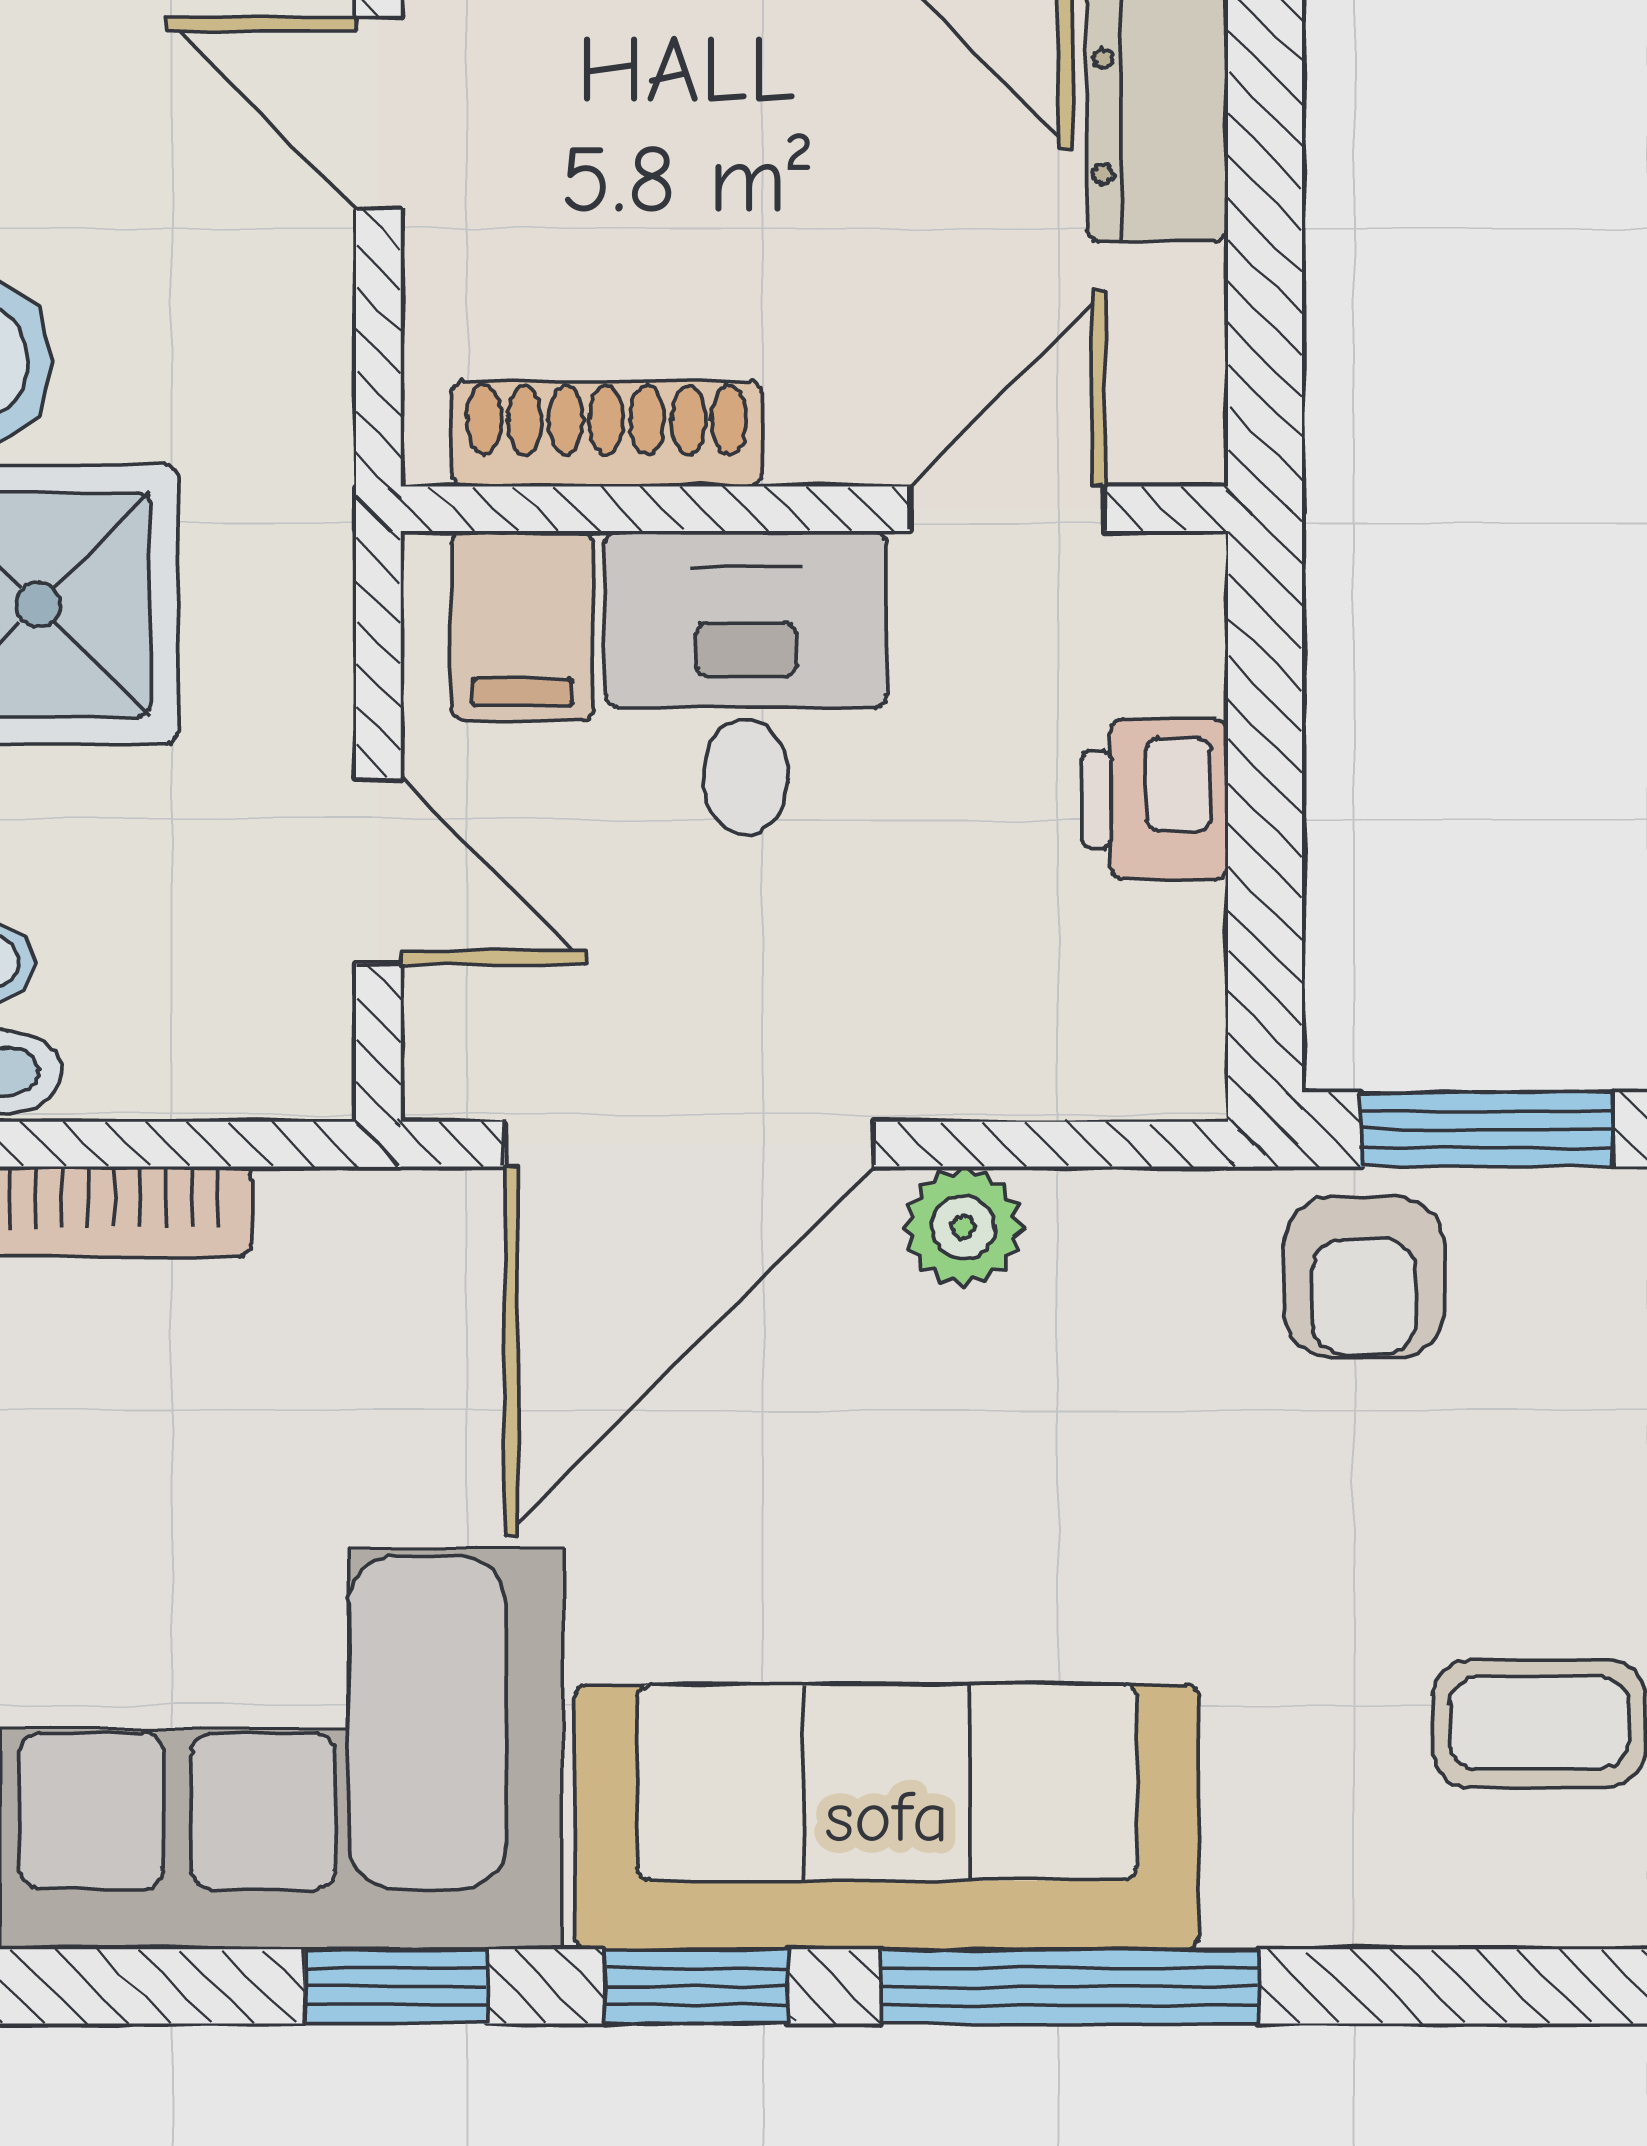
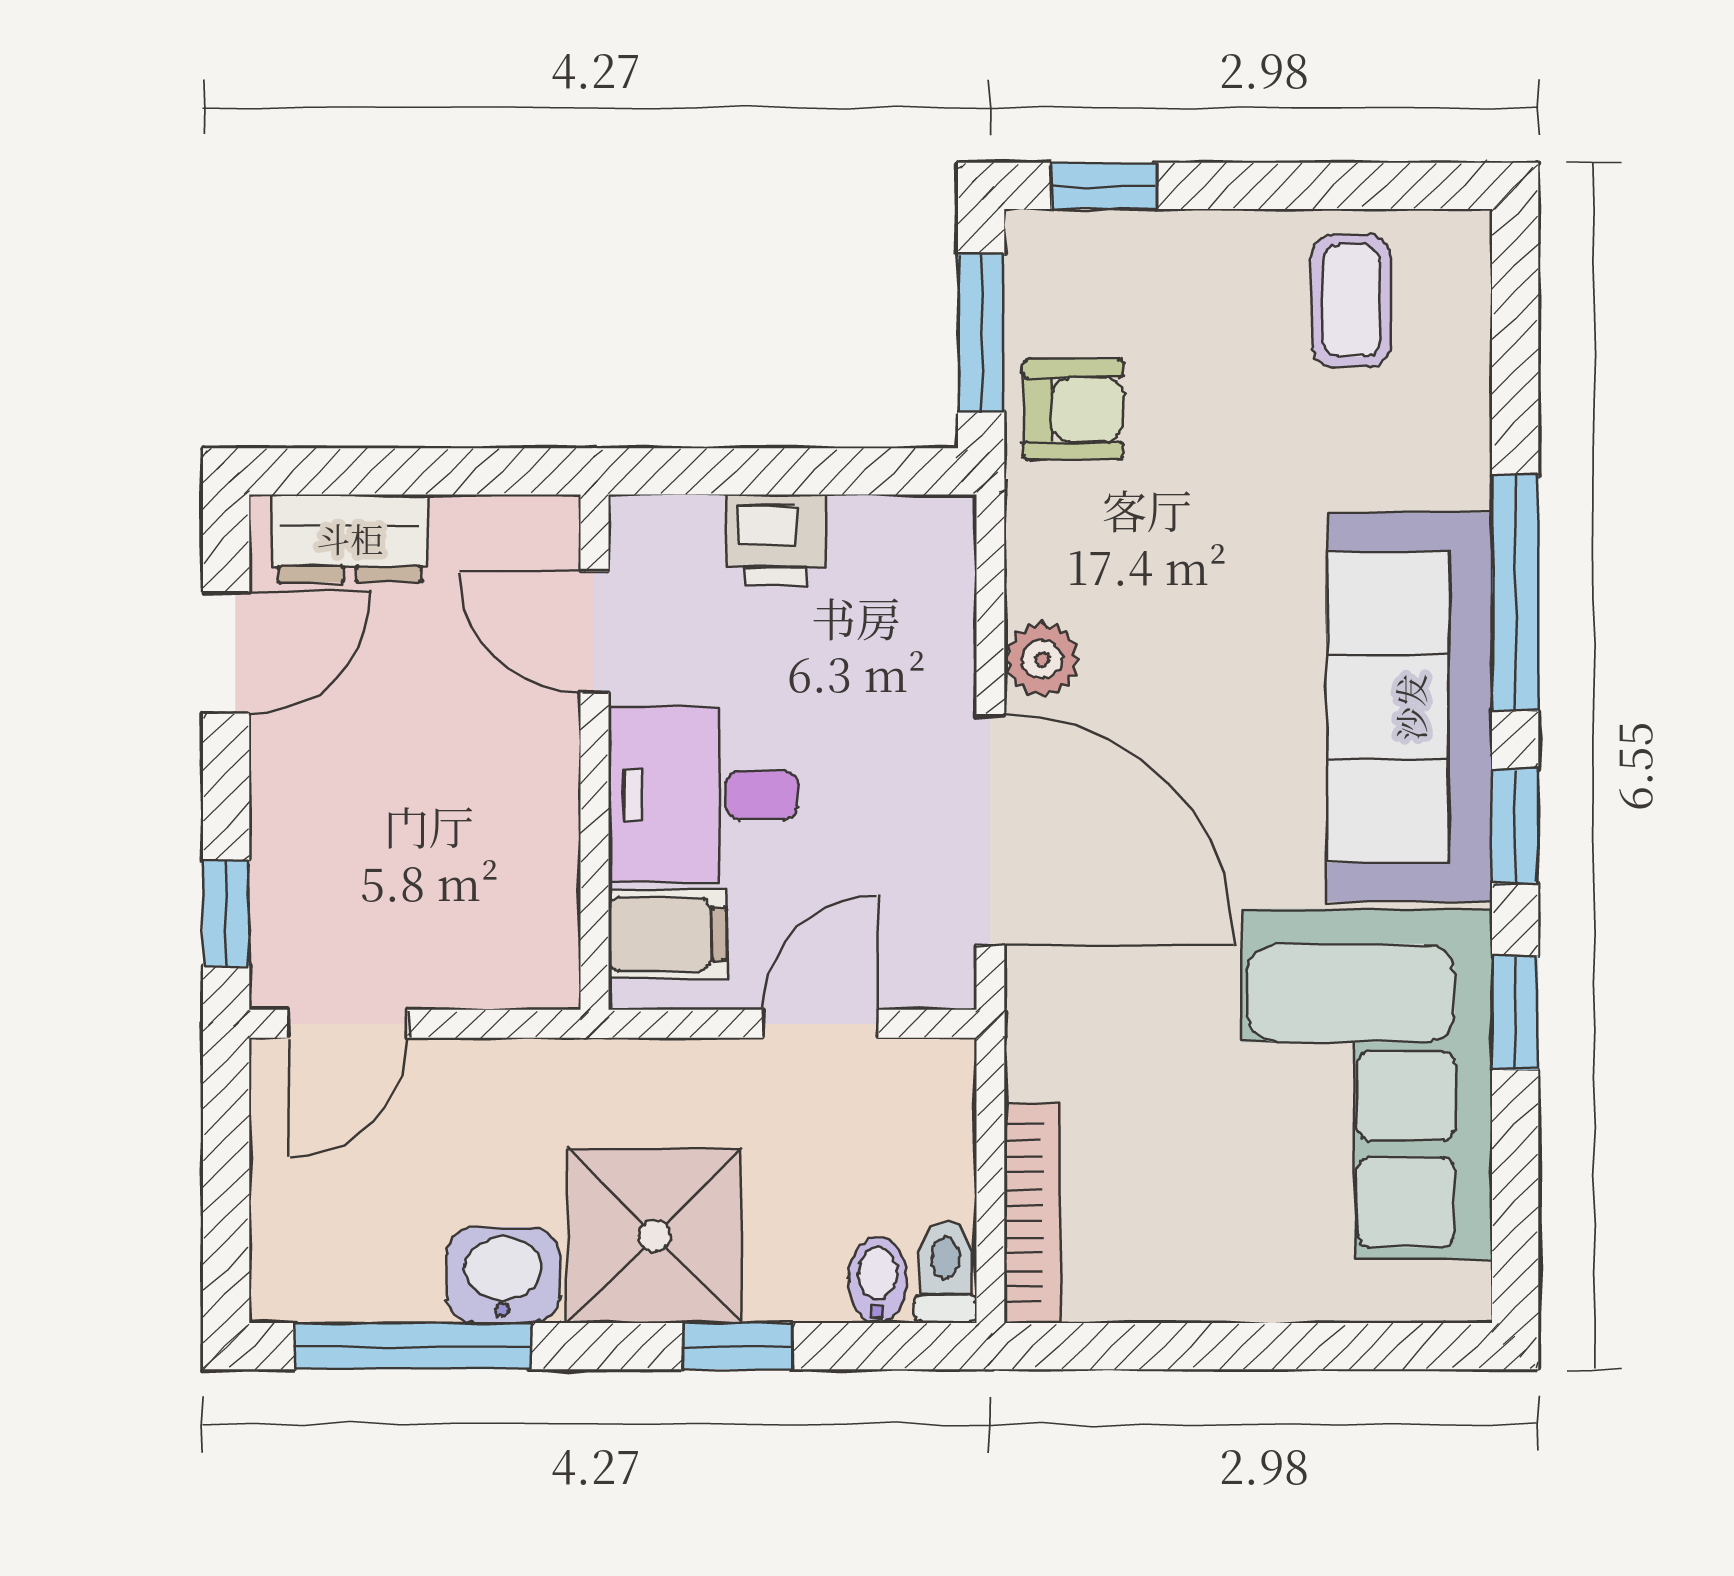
shoe rack: (606, 434) -> (548, 882), removed

